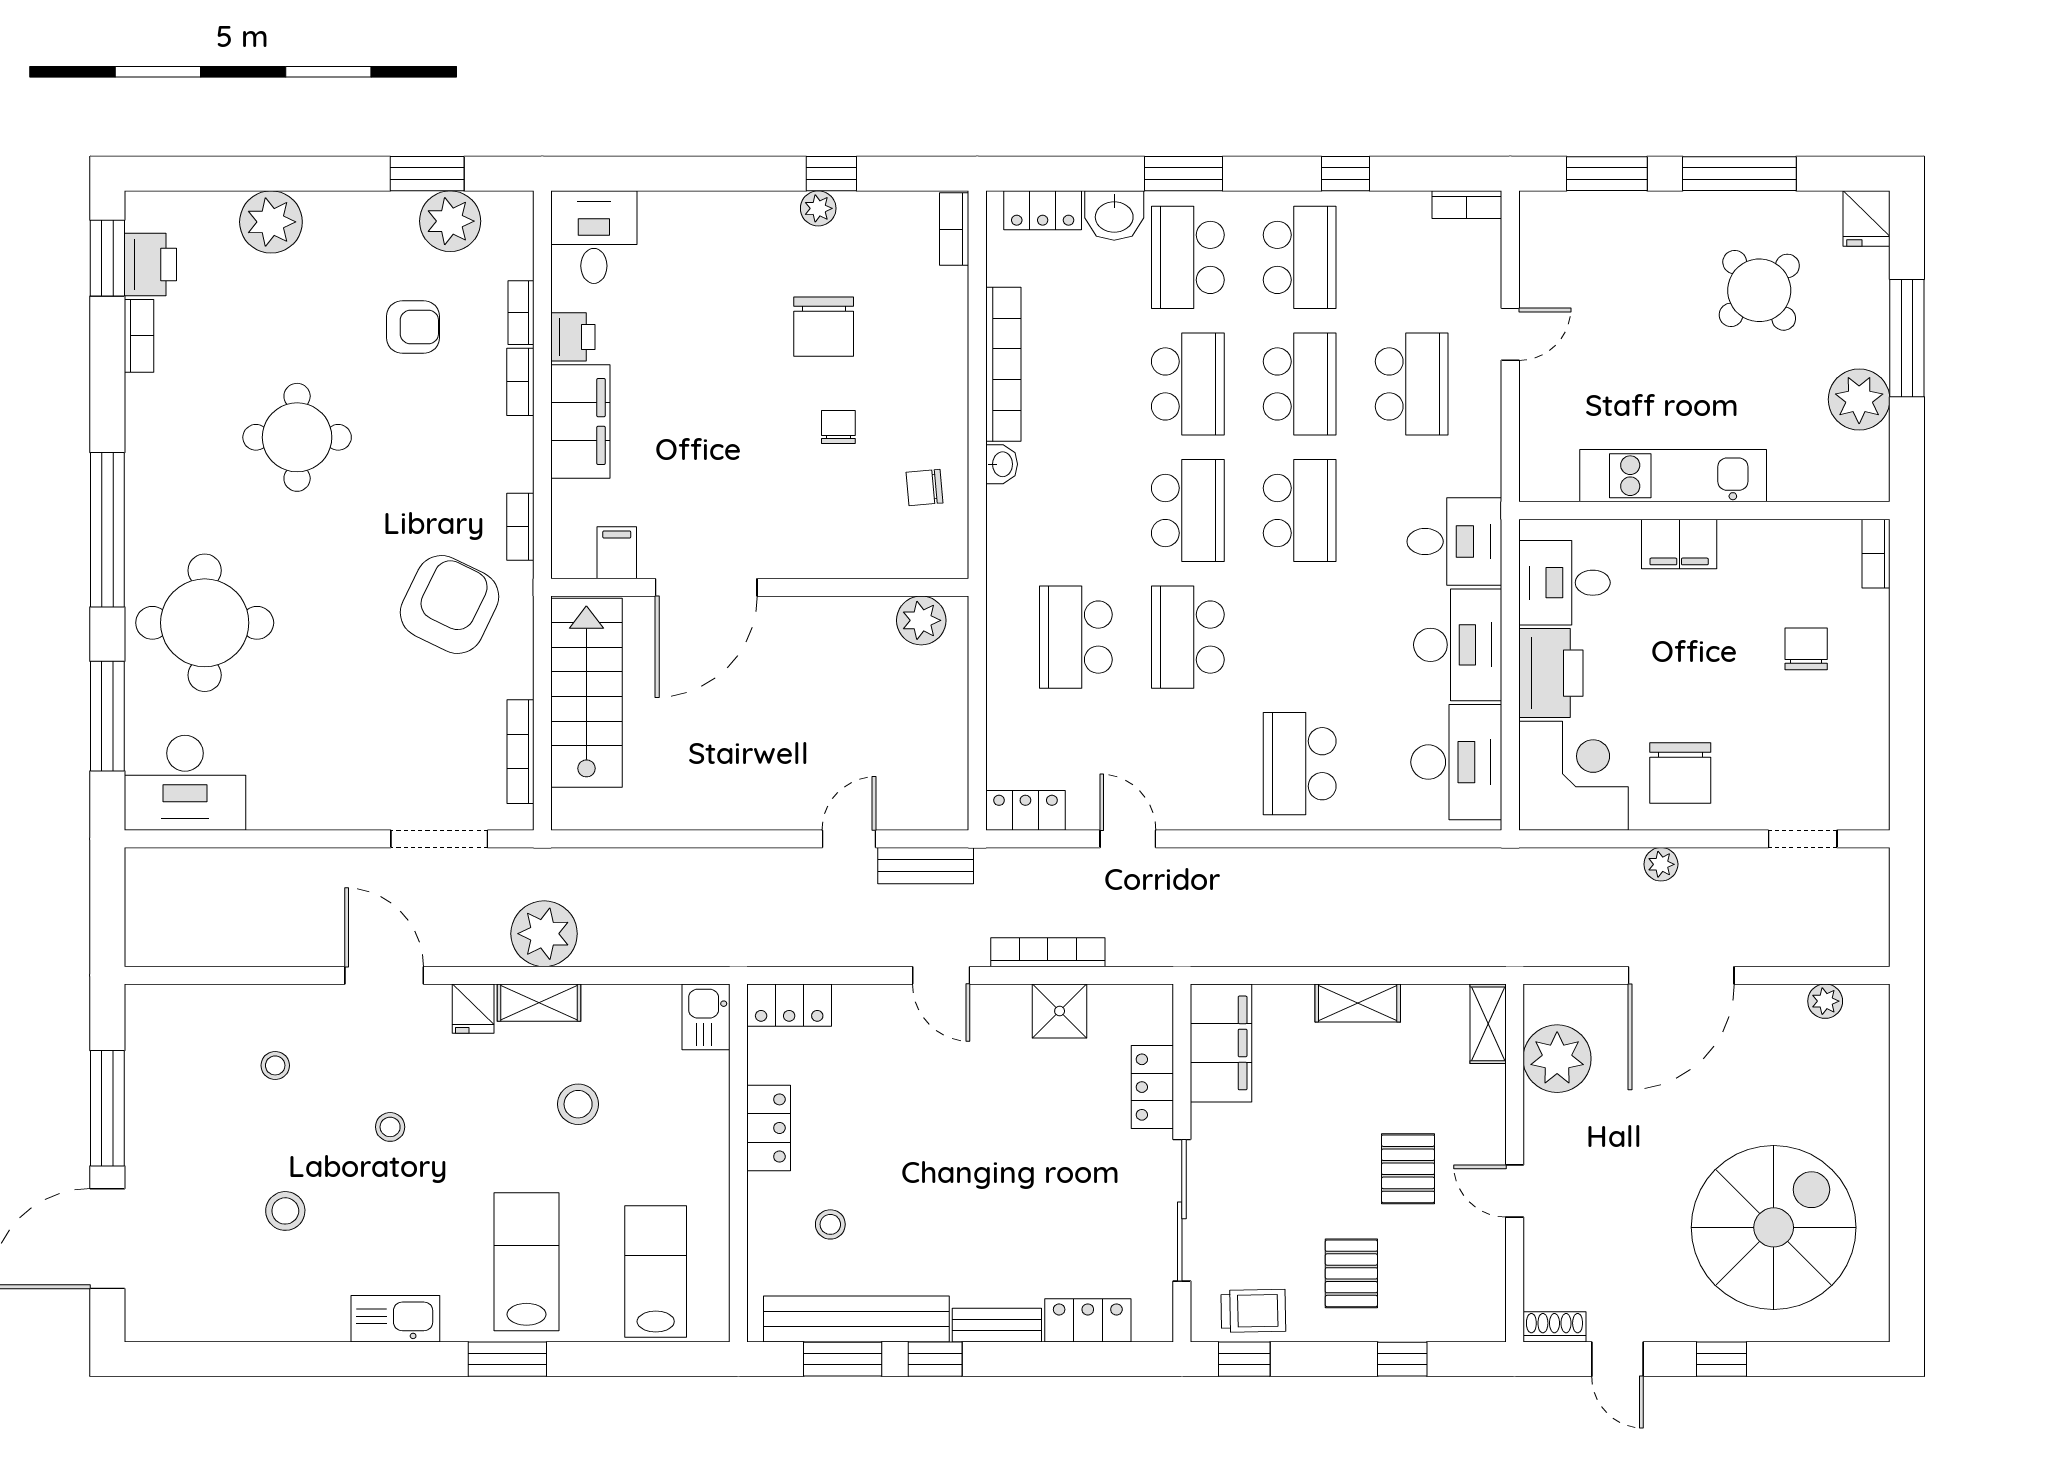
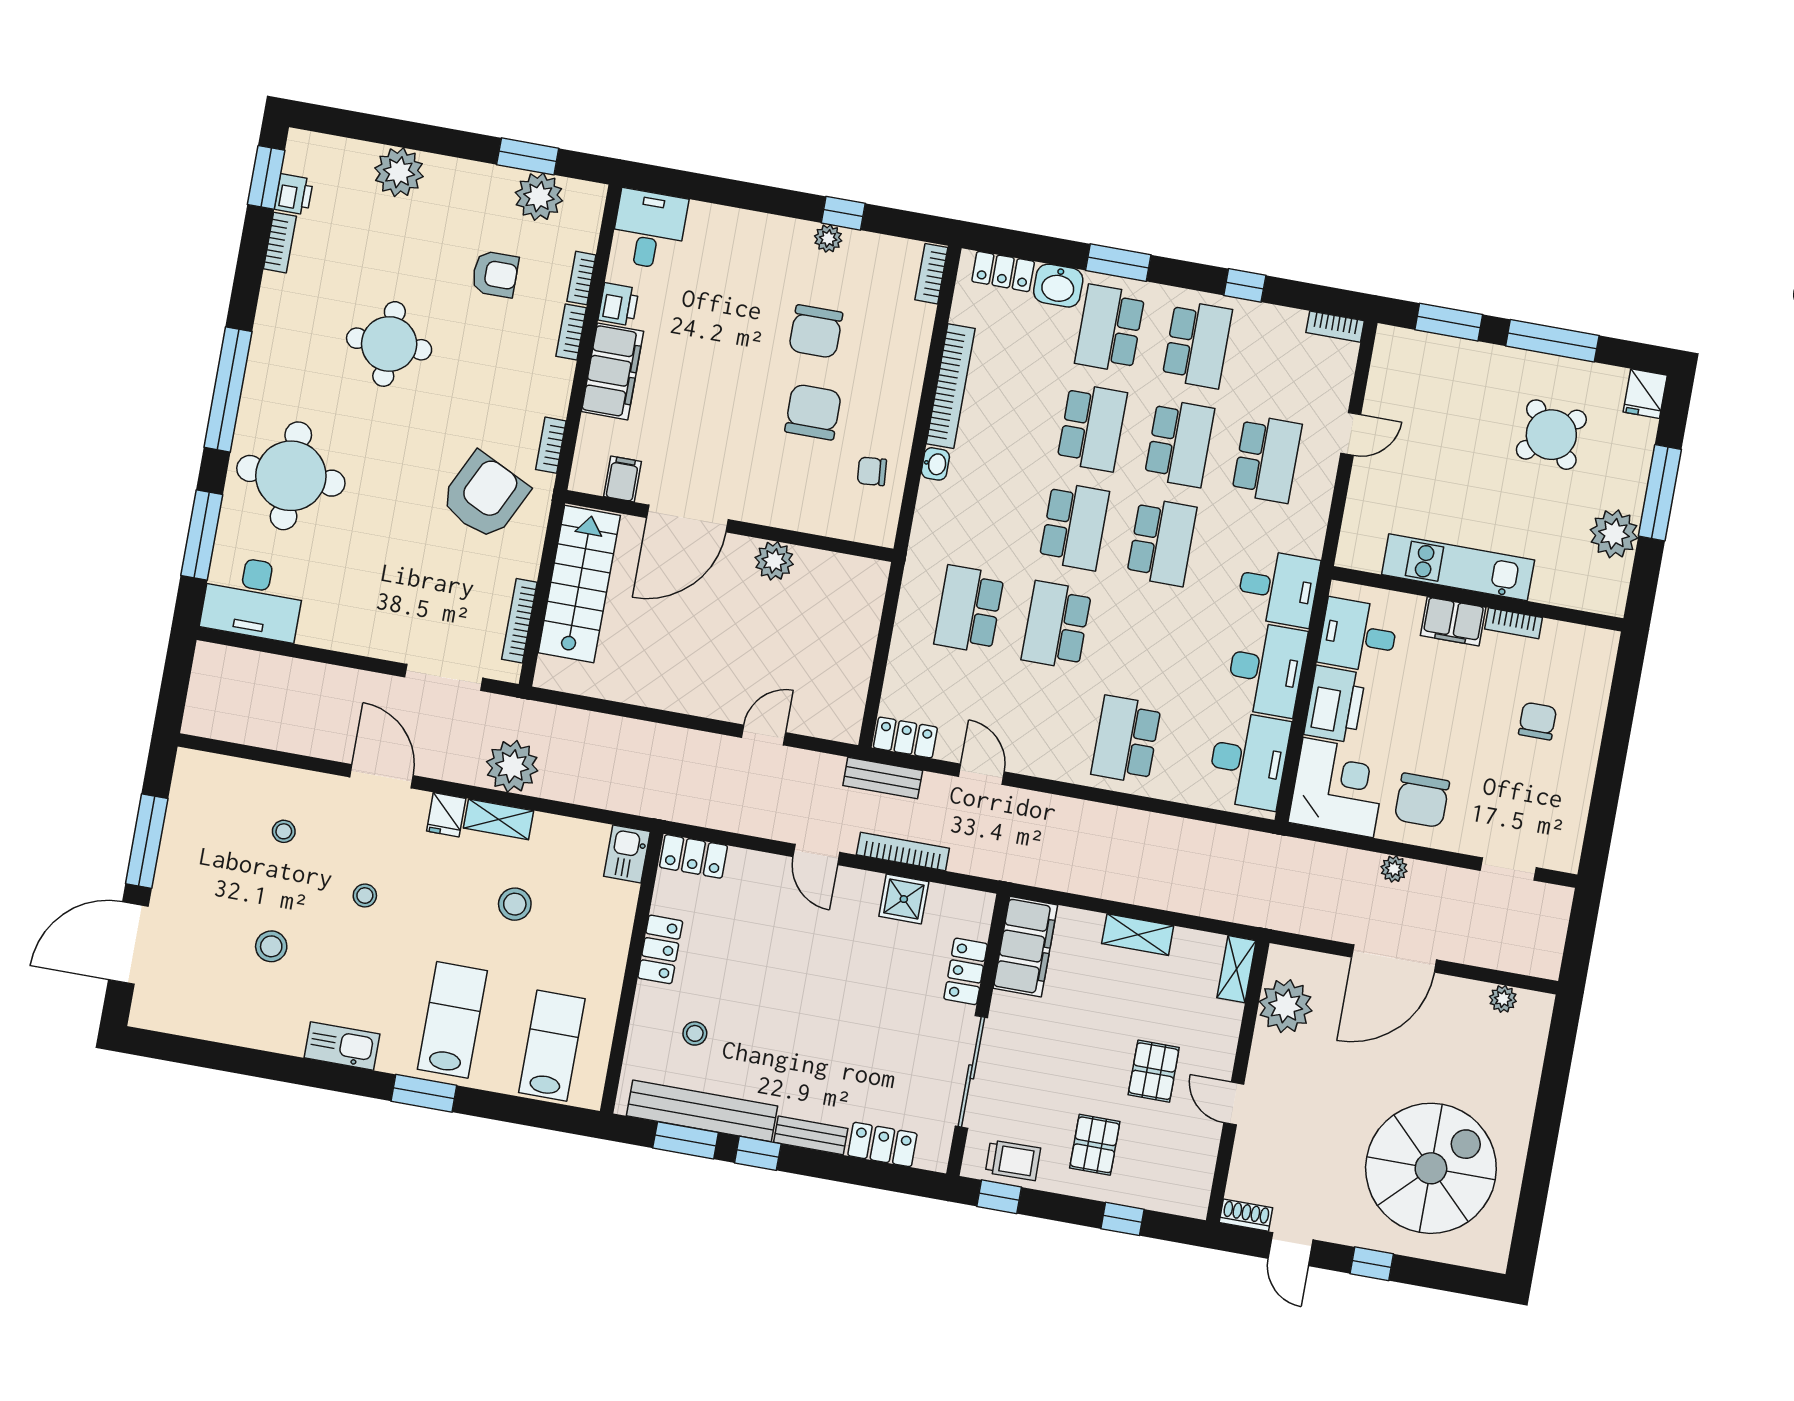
printer: (150, 265) -> (294, 194), width x0.73, depth x0.81
chair: (838, 427) -> (813, 412), width x1.87, depth x1.87
bookcase: (1876, 554) -> (1514, 623), moved, turned -90
plant: (921, 620) -> (774, 561), moved
bench: (926, 866) -> (883, 778), moved

